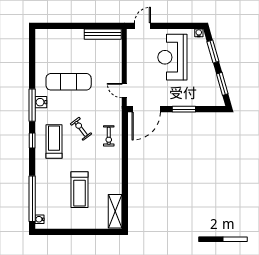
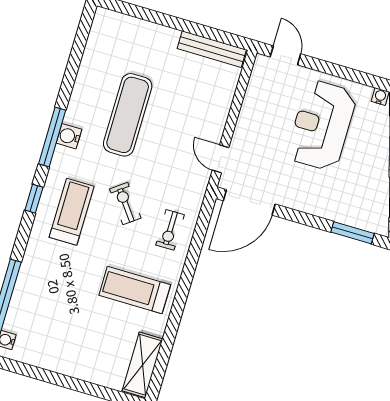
door: (142, 26) -> (285, 55), hinge flipped
exercise mat: (69, 82) -> (128, 115), turned 90
window: (184, 109) -> (353, 233), moved
treadmill: (79, 190) -> (135, 290), moved, turned 90

